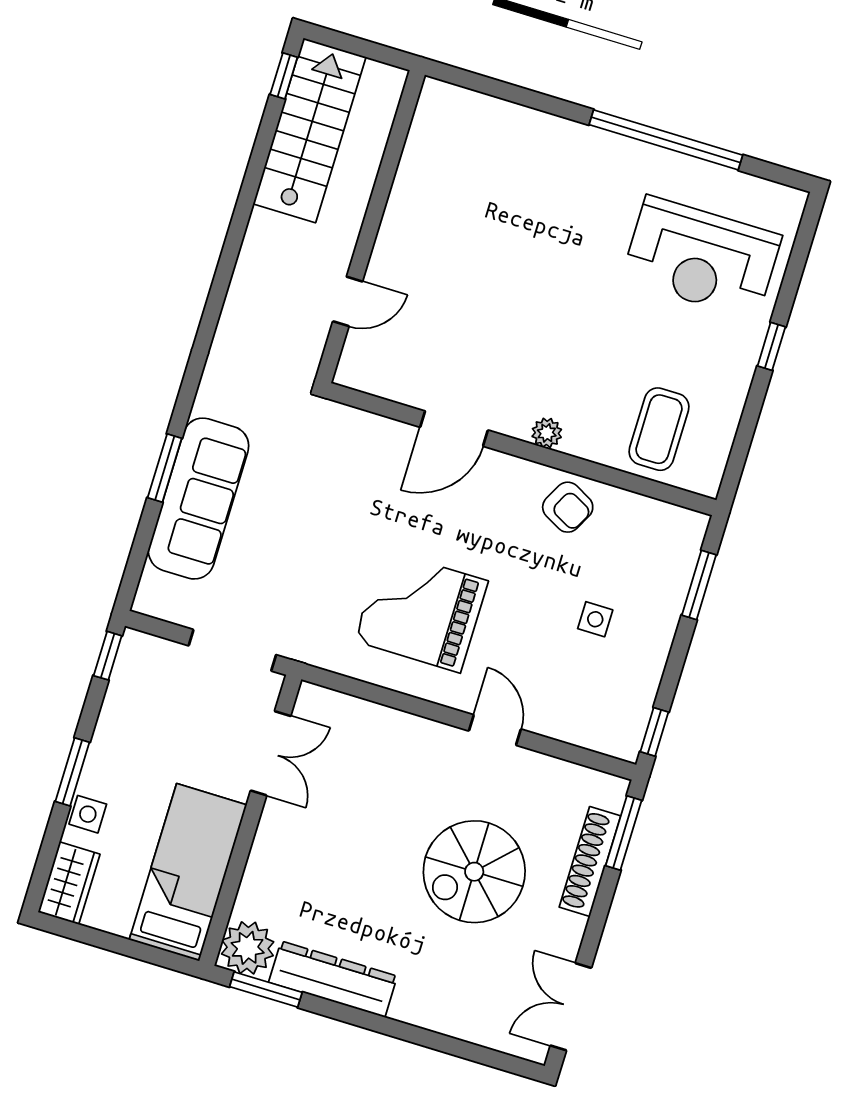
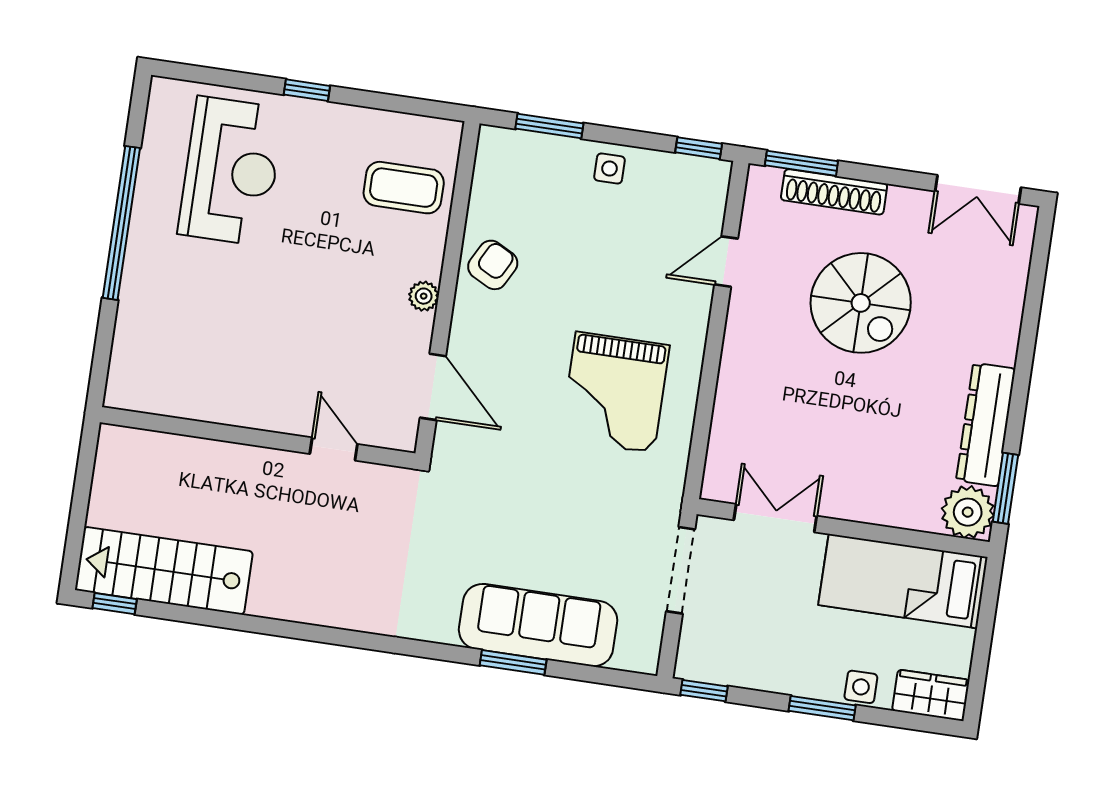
wall: (370, 227) -> (258, 438), moved
door: (348, 301) -> (334, 449), moved
side table: (595, 619) -> (610, 169), moved
door: (495, 730) -> (726, 262), moved

